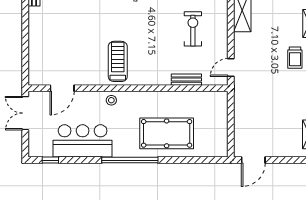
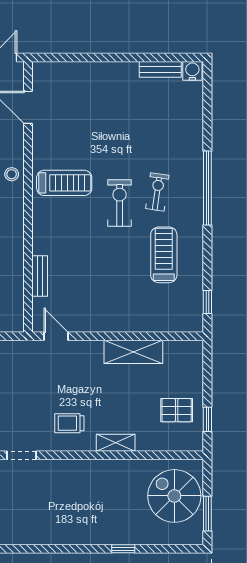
exercise bike: (193, 29) -> (120, 203), moved, turned -90

